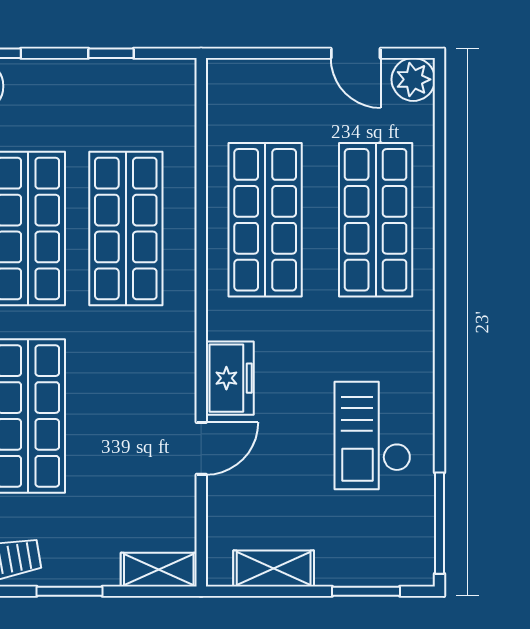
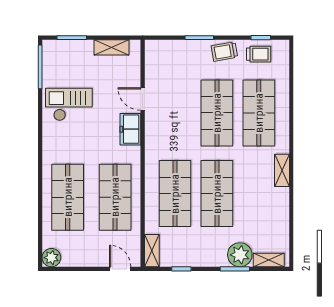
door: (356, 53) -> (120, 269), moved
checkout: (373, 436) -> (69, 105), turned -90
door: (201, 448) -> (143, 99), hinge flipped
shelving: (159, 570) -> (152, 251), moved, turned 90

